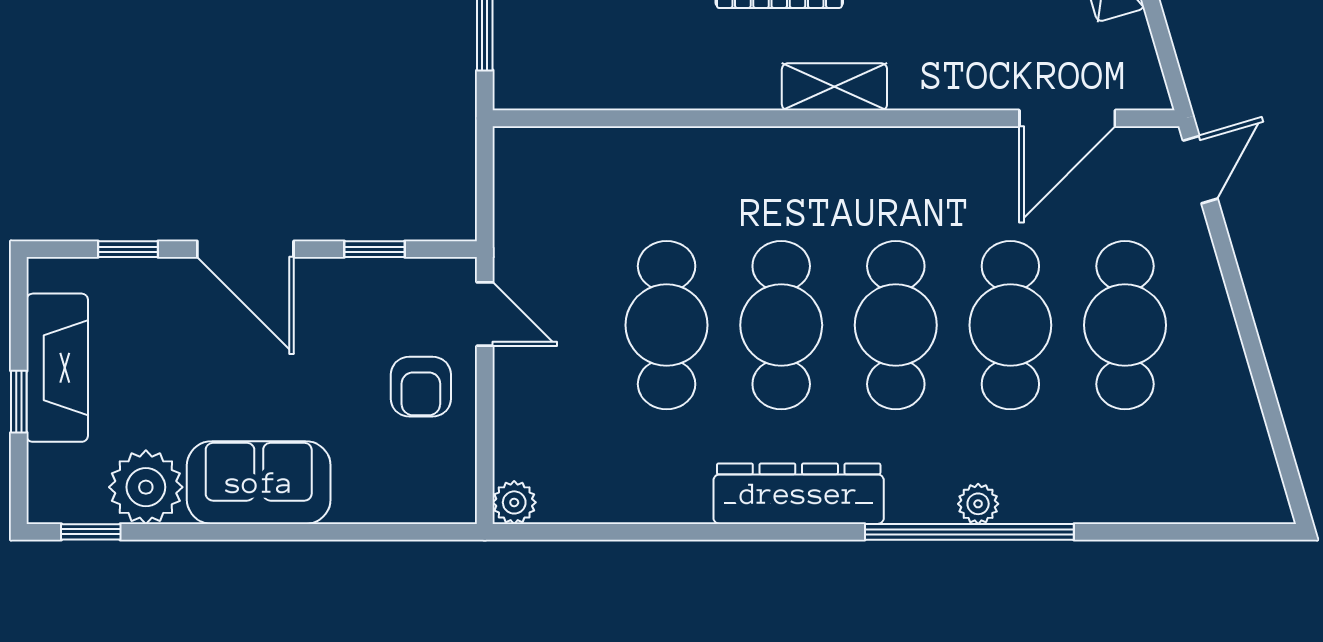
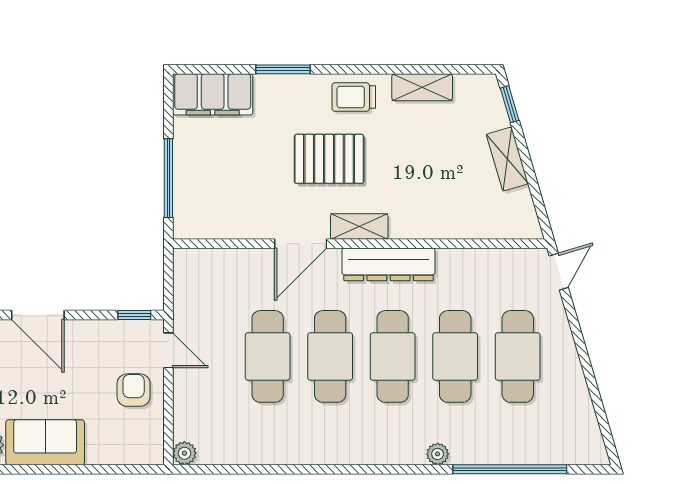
door: (1067, 118) -> (301, 244), moved
window: (374, 249) -> (134, 315), moved
armchair: (421, 387) -> (134, 390), turned 180
dresser: (799, 494) -> (388, 264), moved, turned 180
window: (969, 532) -> (510, 469), moved

